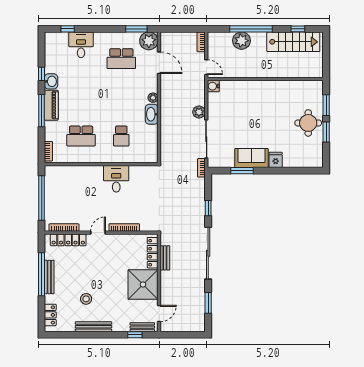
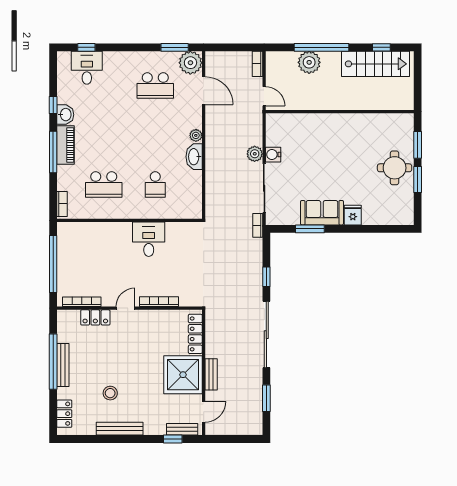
desk: (81, 45) -> (87, 68), moved
water cooler: (213, 86) -> (273, 155), moved
locker: (68, 240) -> (95, 317), width x0.66
bench: (165, 258) -> (211, 374), moved

